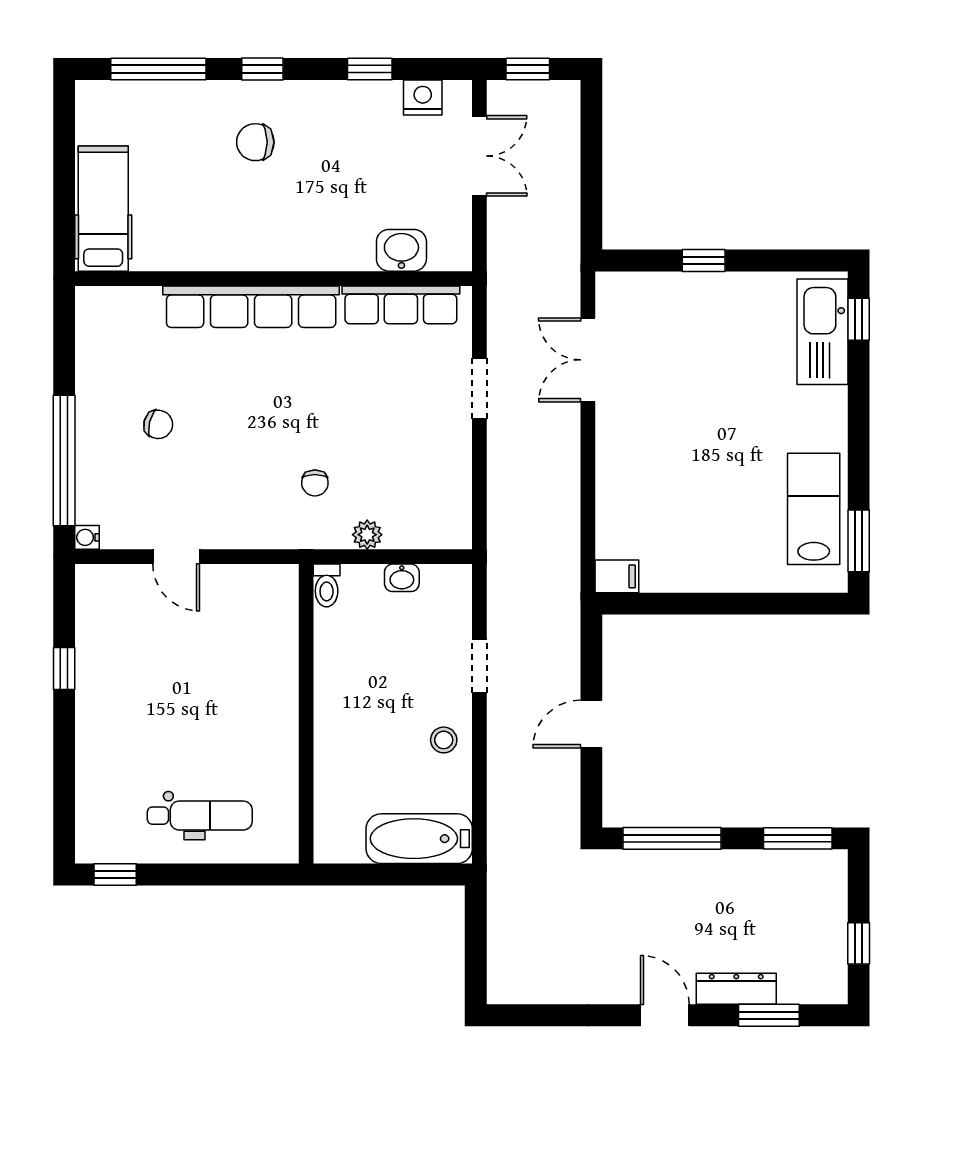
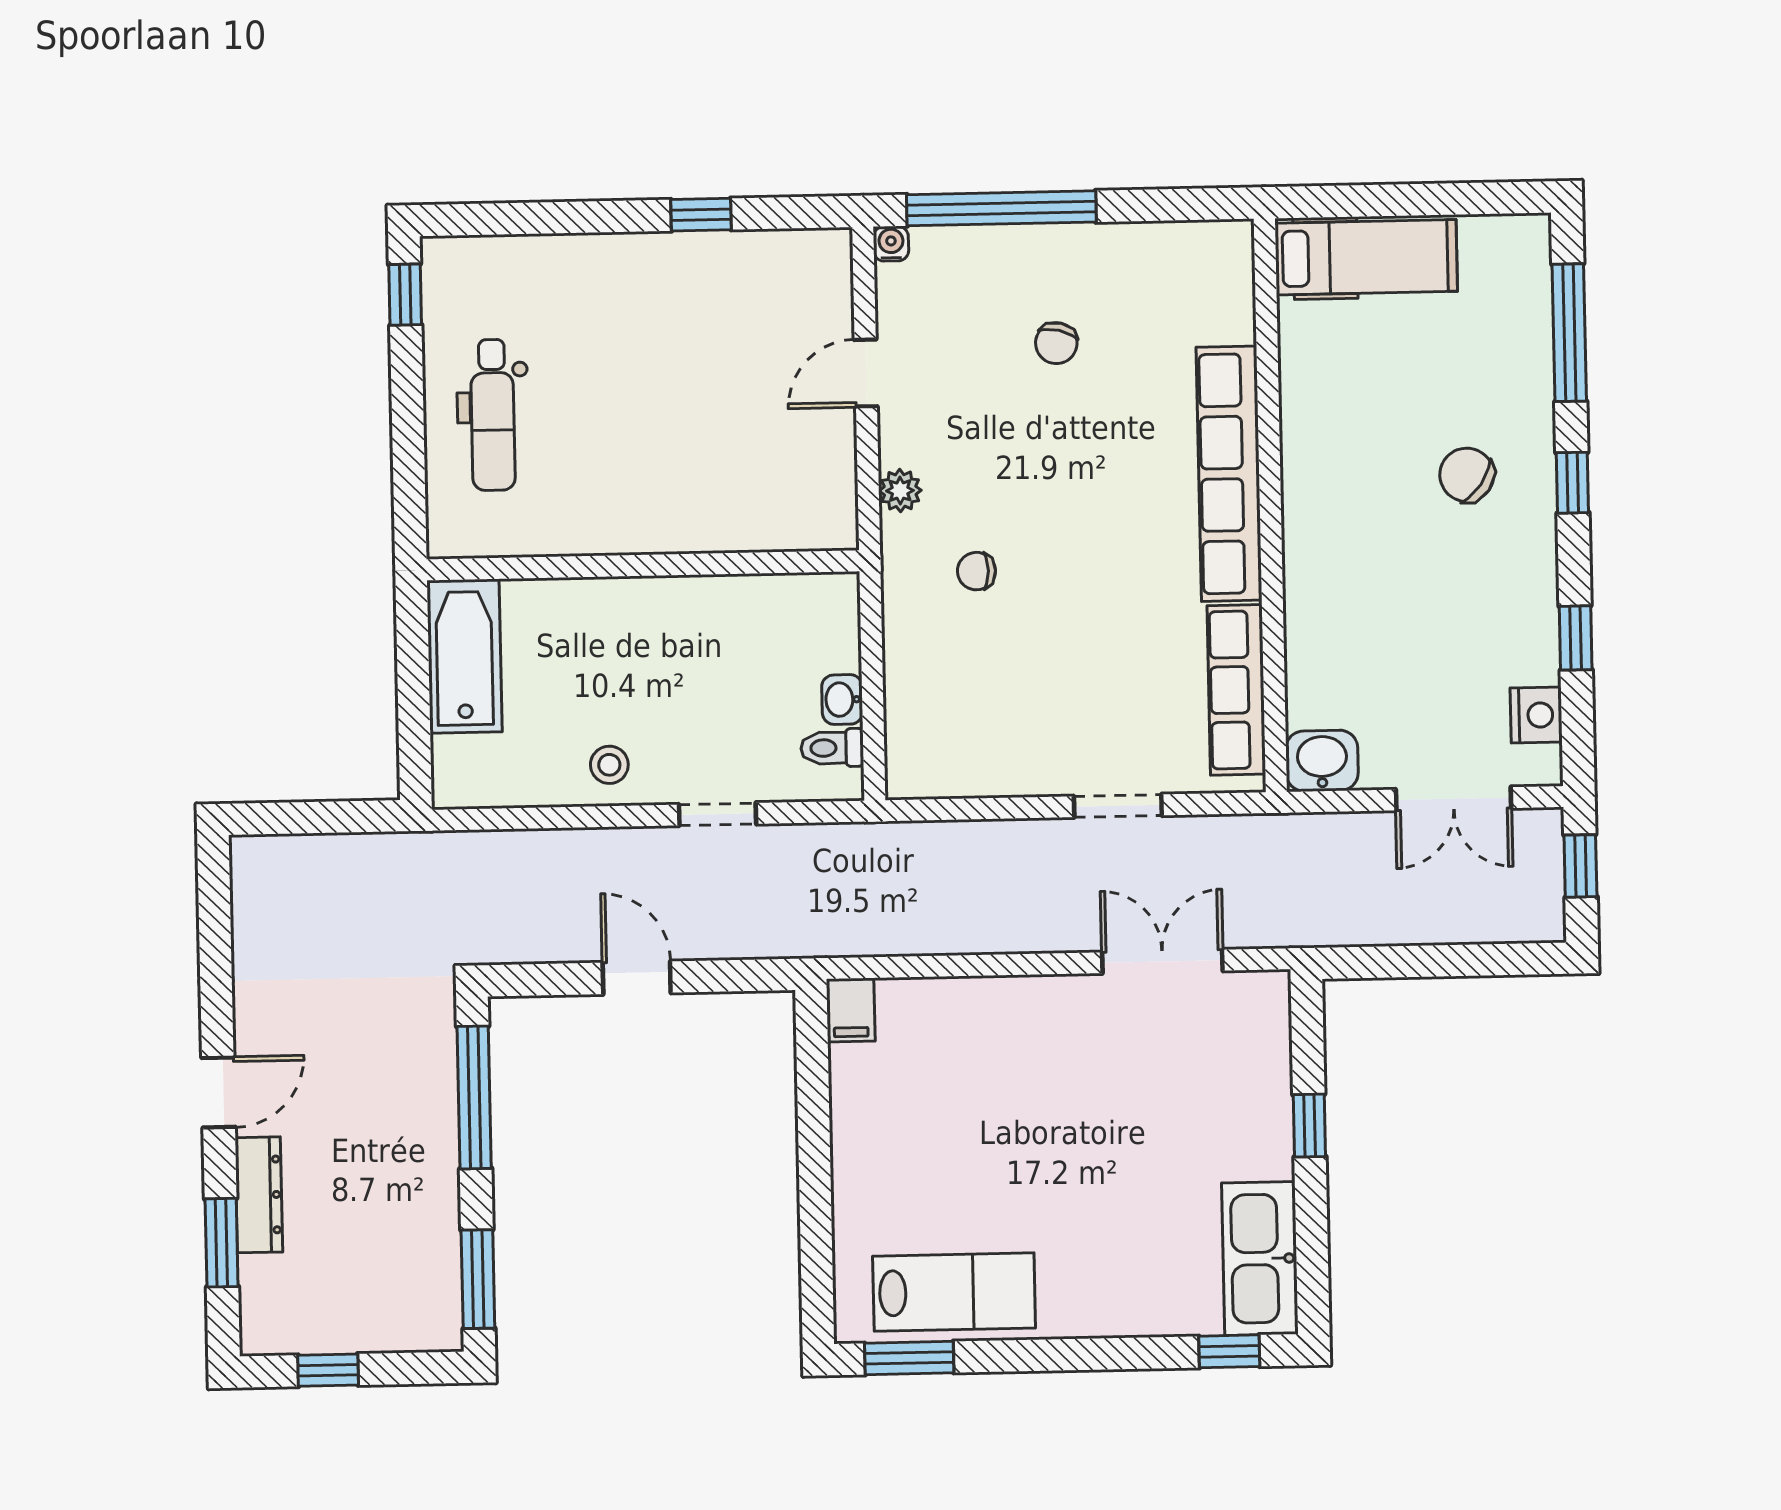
chair: (255, 142) -> (1467, 475), turned -55
washbasin: (401, 250) -> (1322, 761), moved, turned -90
kitchen sink: (822, 332) -> (1260, 1259), moved, turned -90
plant: (367, 535) -> (900, 491), moved
toilet: (327, 585) -> (832, 748), moved
bathtub: (419, 839) -> (464, 656), moved

